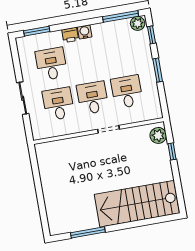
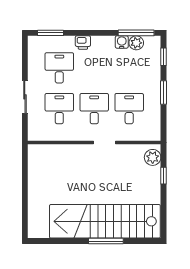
plant: (138, 23) -> (136, 43), moved
water cooler: (85, 32) -> (122, 42), moved
stairs: (137, 204) -> (105, 221), width x1.36
window: (88, 232) -> (106, 241), moved

